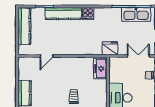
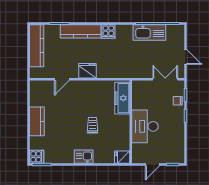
kitchen sink: (136, 14) -> (149, 32), moved
fridge: (110, 48) -> (87, 71), moved
freezer: (100, 69) -> (122, 98), width x1.40

